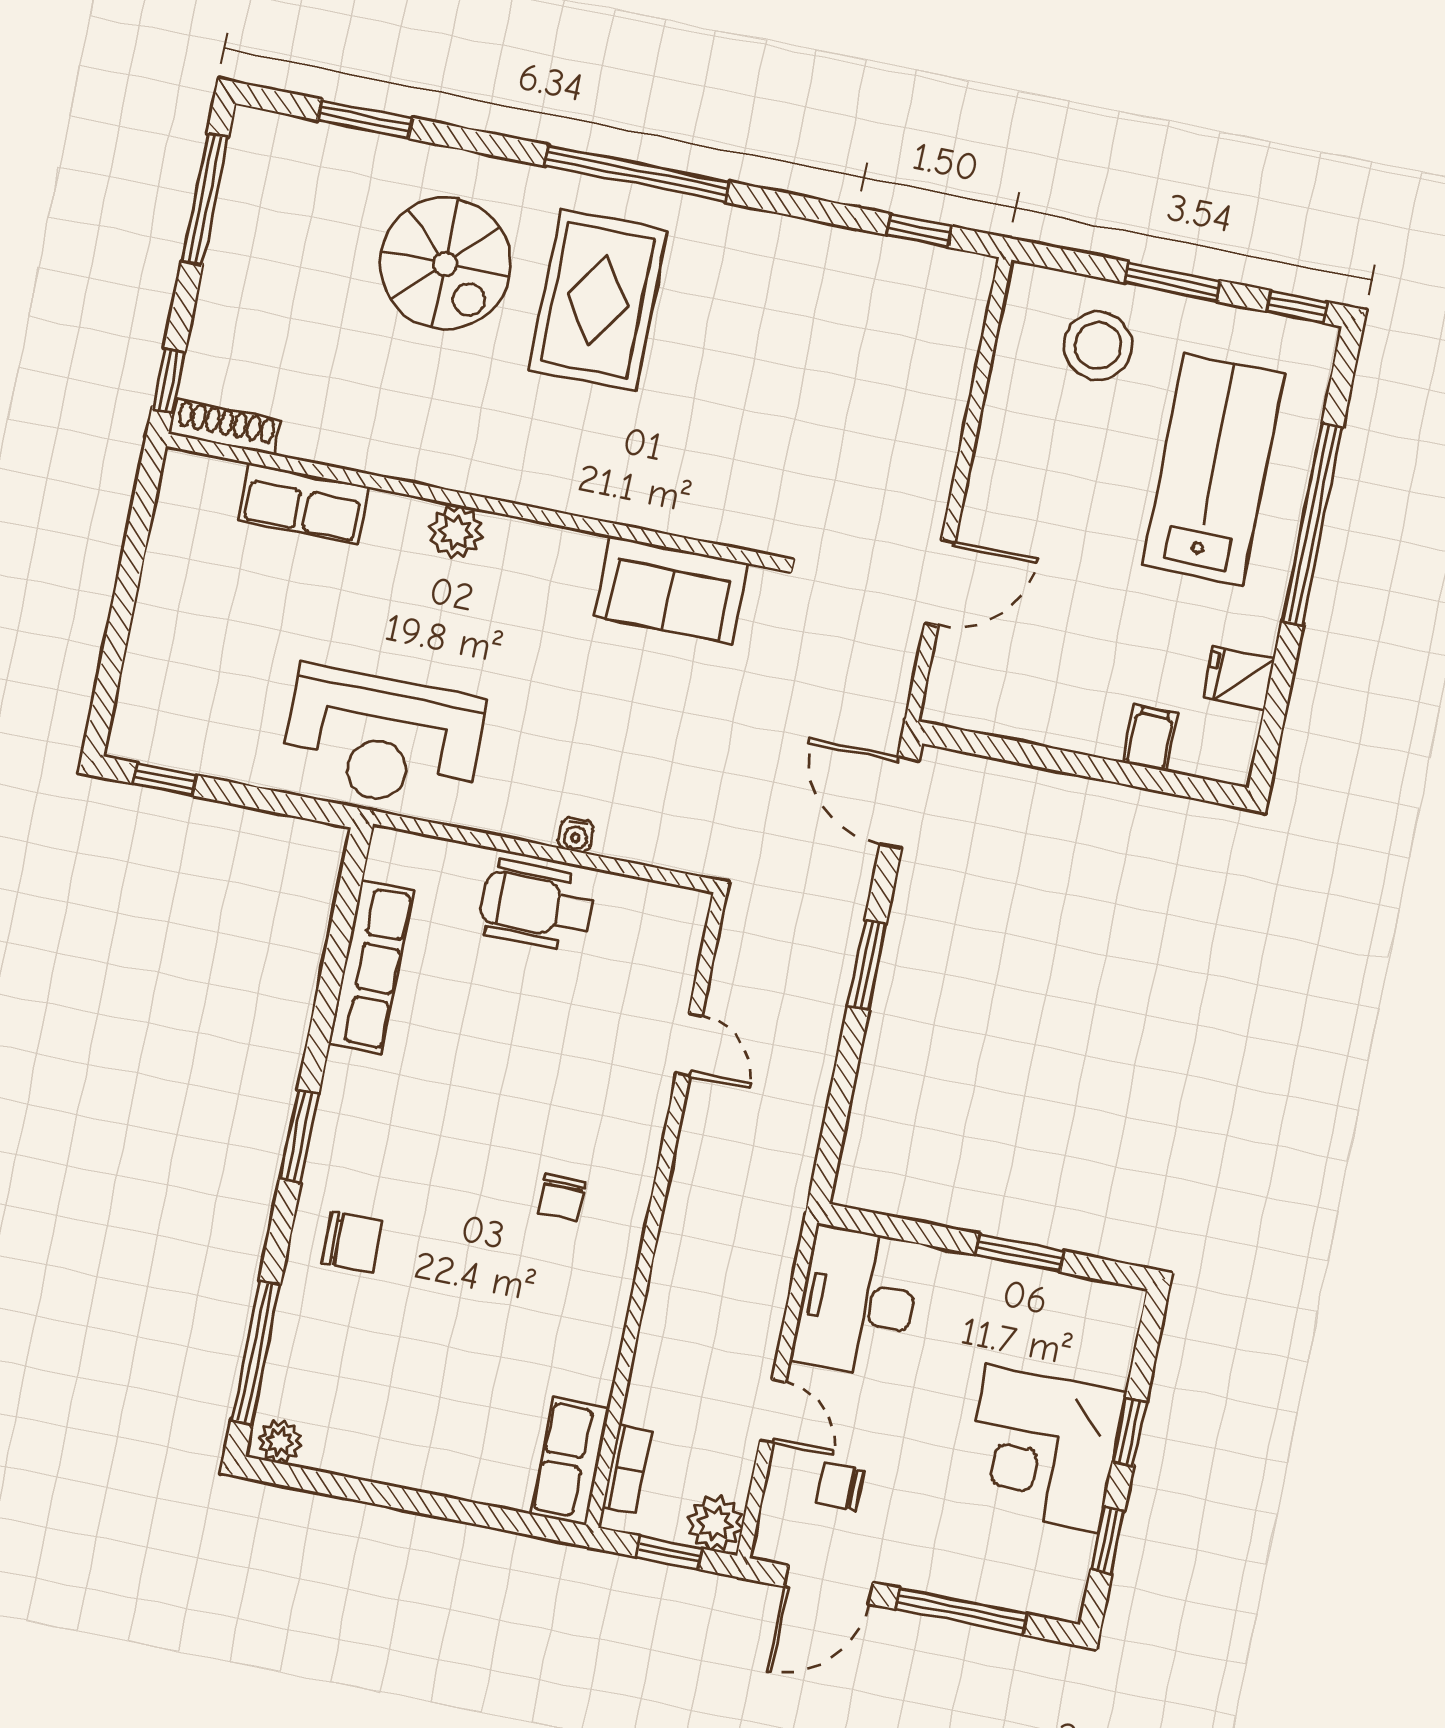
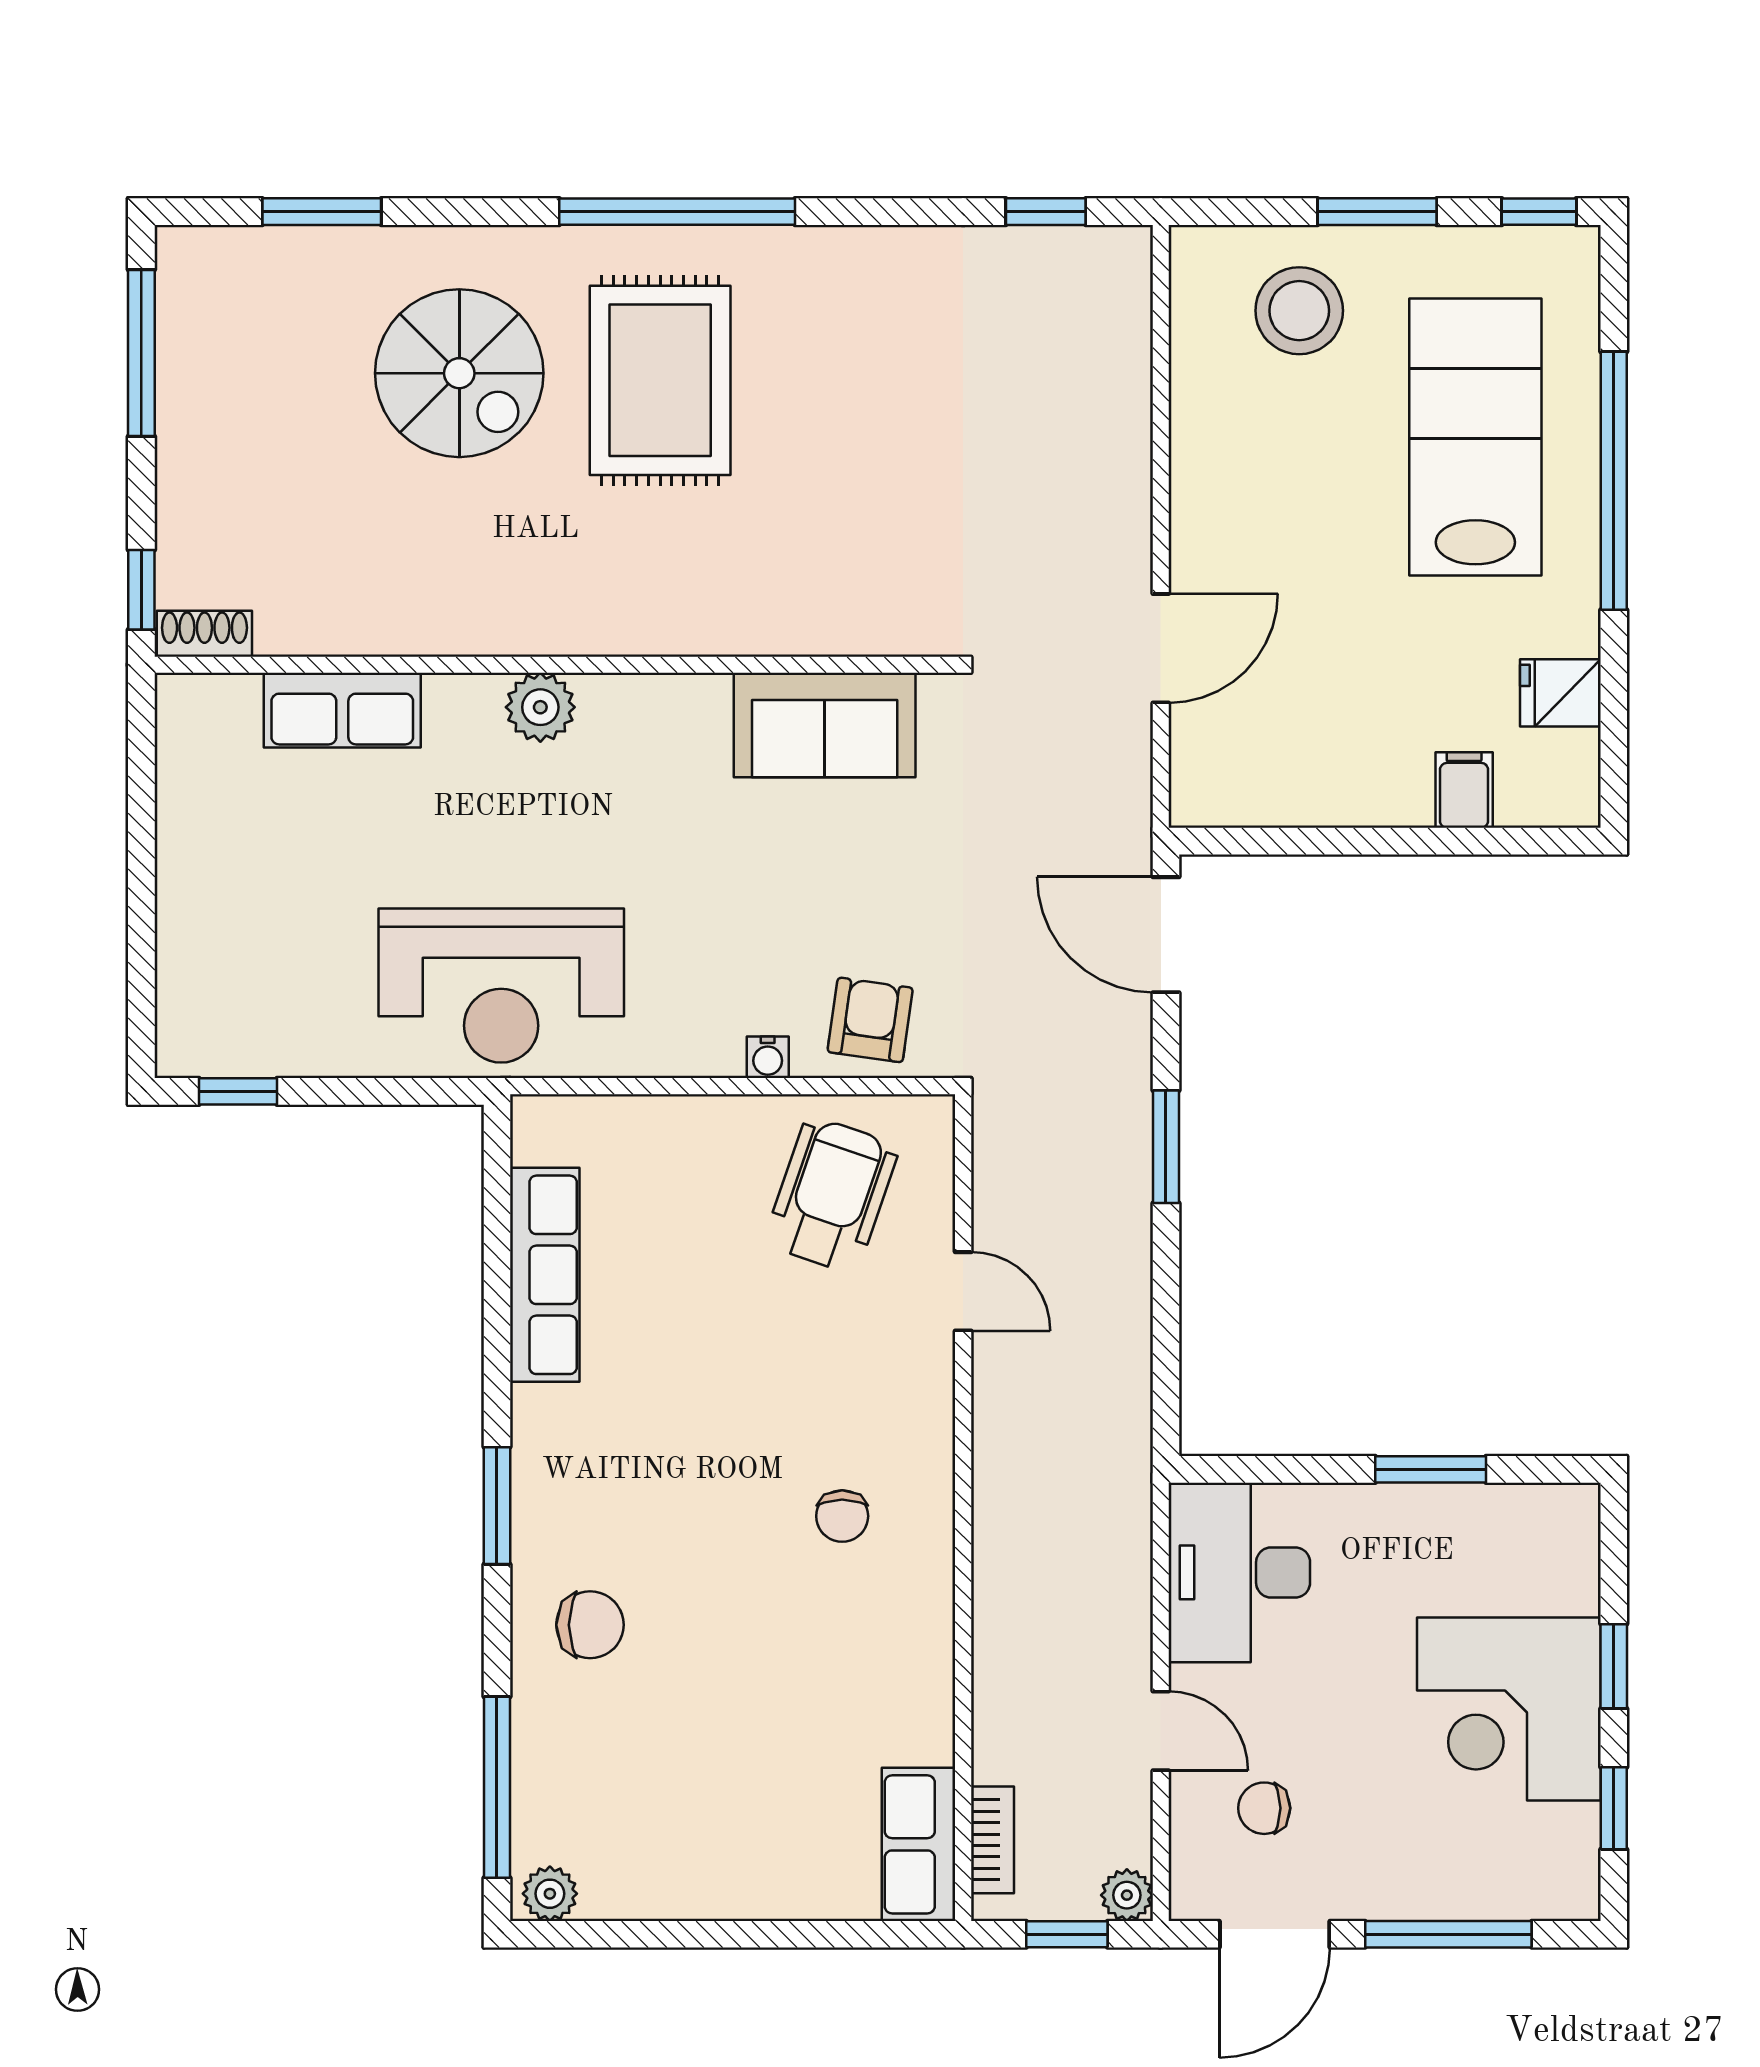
shoe rack: (226, 427) -> (204, 634), width x0.70
armchair: (660, 822) -> (870, 1020), added
wheelchair: (537, 905) -> (832, 1195), moved, turned 109
plant: (715, 1523) -> (1127, 1895), width x0.73, depth x0.73

